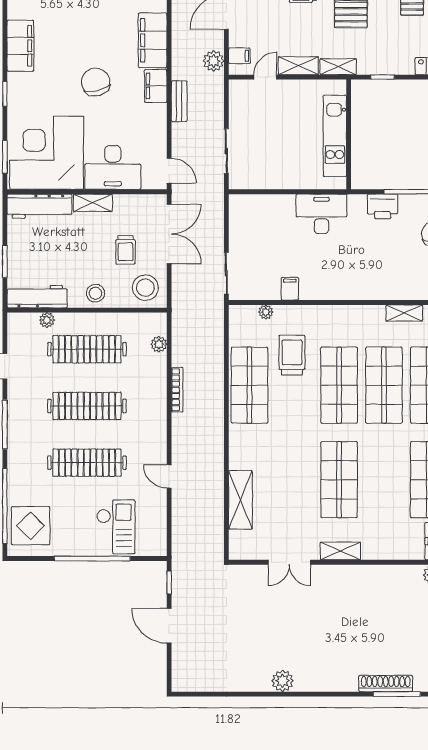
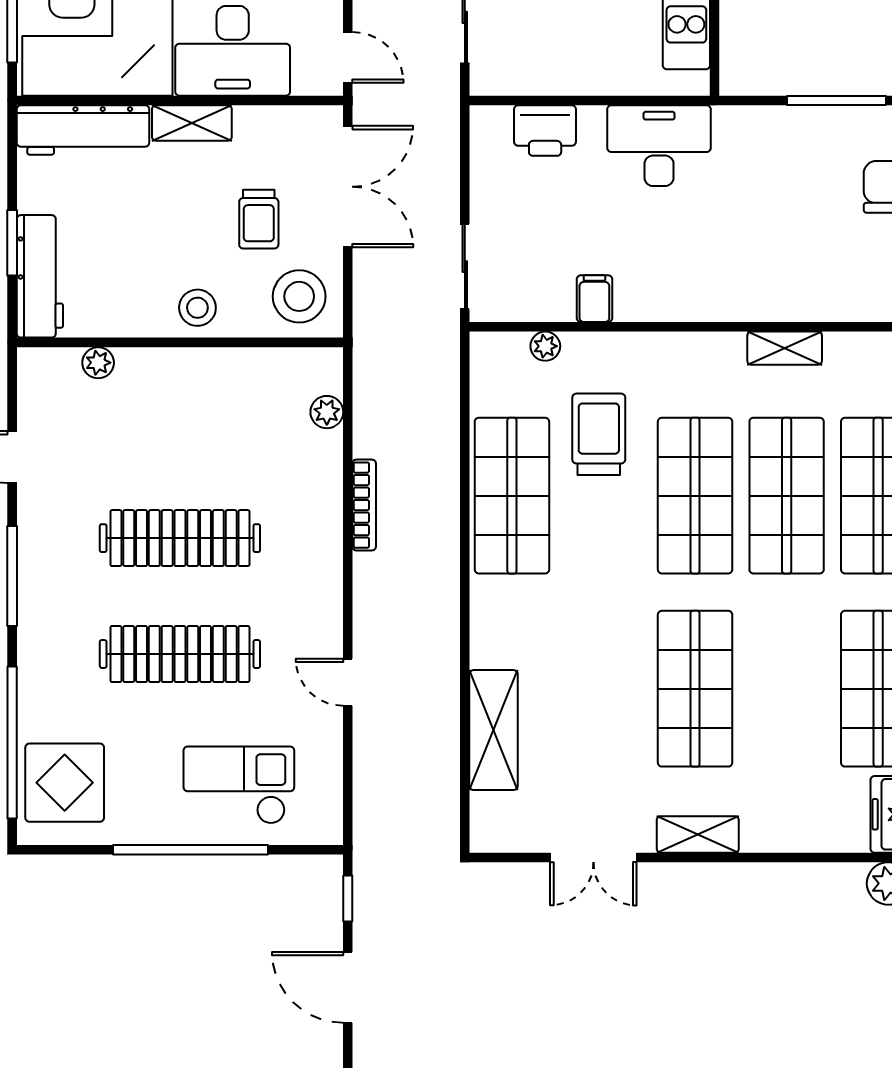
printer: (382, 206) -> (545, 131), moved
workbench: (37, 297) -> (40, 276), moved, turned 90
shelving: (404, 313) -> (785, 348), moved
clothes rail: (87, 349) -> (180, 422), removed
checkout: (116, 527) -> (239, 785), turned -90

